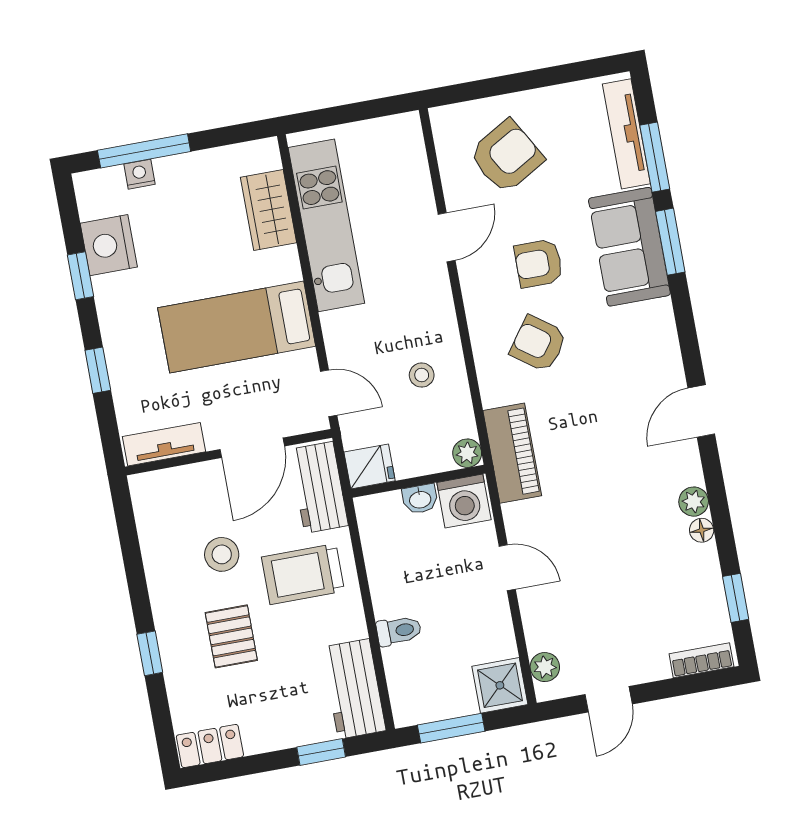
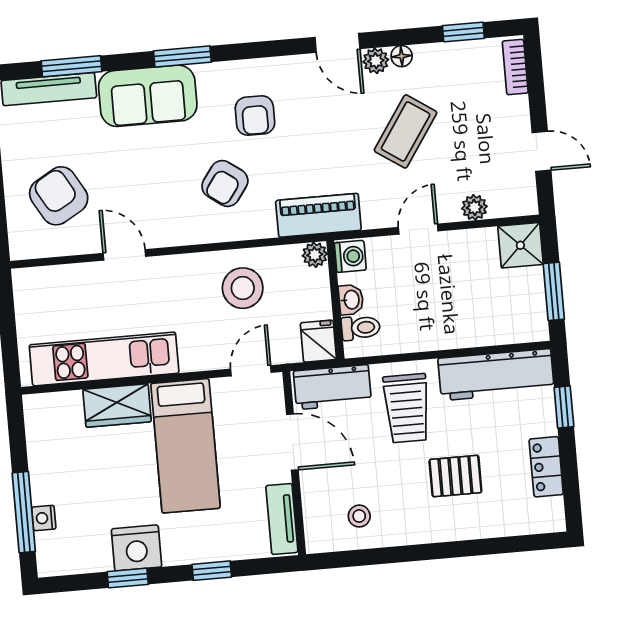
wardrobe: (269, 210) -> (117, 406), moved
window: (670, 242) -> (182, 57), moved
nightstand: (109, 245) -> (136, 548), moved
armchair: (539, 263) -> (255, 116), moved
stool: (422, 375) -> (243, 288), width x1.89, depth x1.89
door: (701, 411) -> (337, 43), moved
washing machine: (464, 501) -> (350, 256), width x0.73, depth x0.73
coffee table: (617, 543) -> (406, 131), added
stool: (222, 554) -> (359, 516), moved, width x0.73, depth x0.73
toilet: (399, 631) -> (361, 328), moved, turned 90
window: (150, 653) -> (463, 549), removed
plant: (545, 667) -> (474, 207), moved
workbench: (354, 689) -> (496, 375), width x1.38
locker: (210, 746) -> (546, 467), moved

